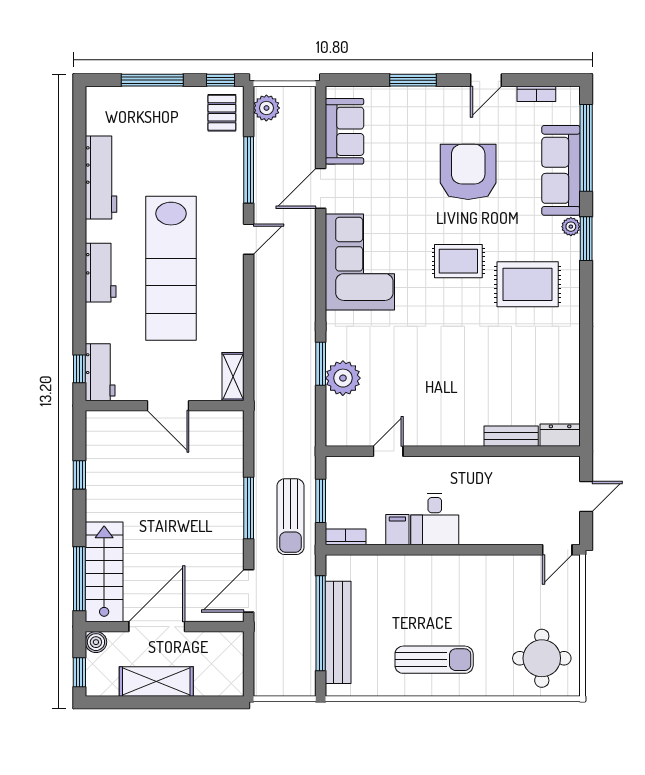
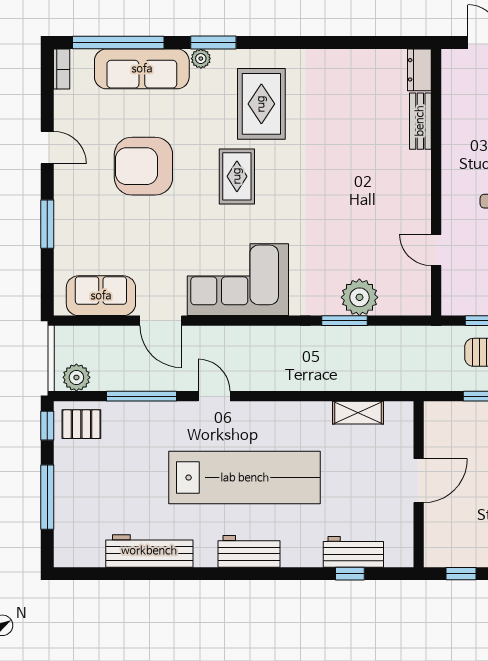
bookcase: (536, 94) -> (62, 69), moved
wall: (165, 406) -> (419, 484), moved
door: (168, 406) -> (419, 481), moved

